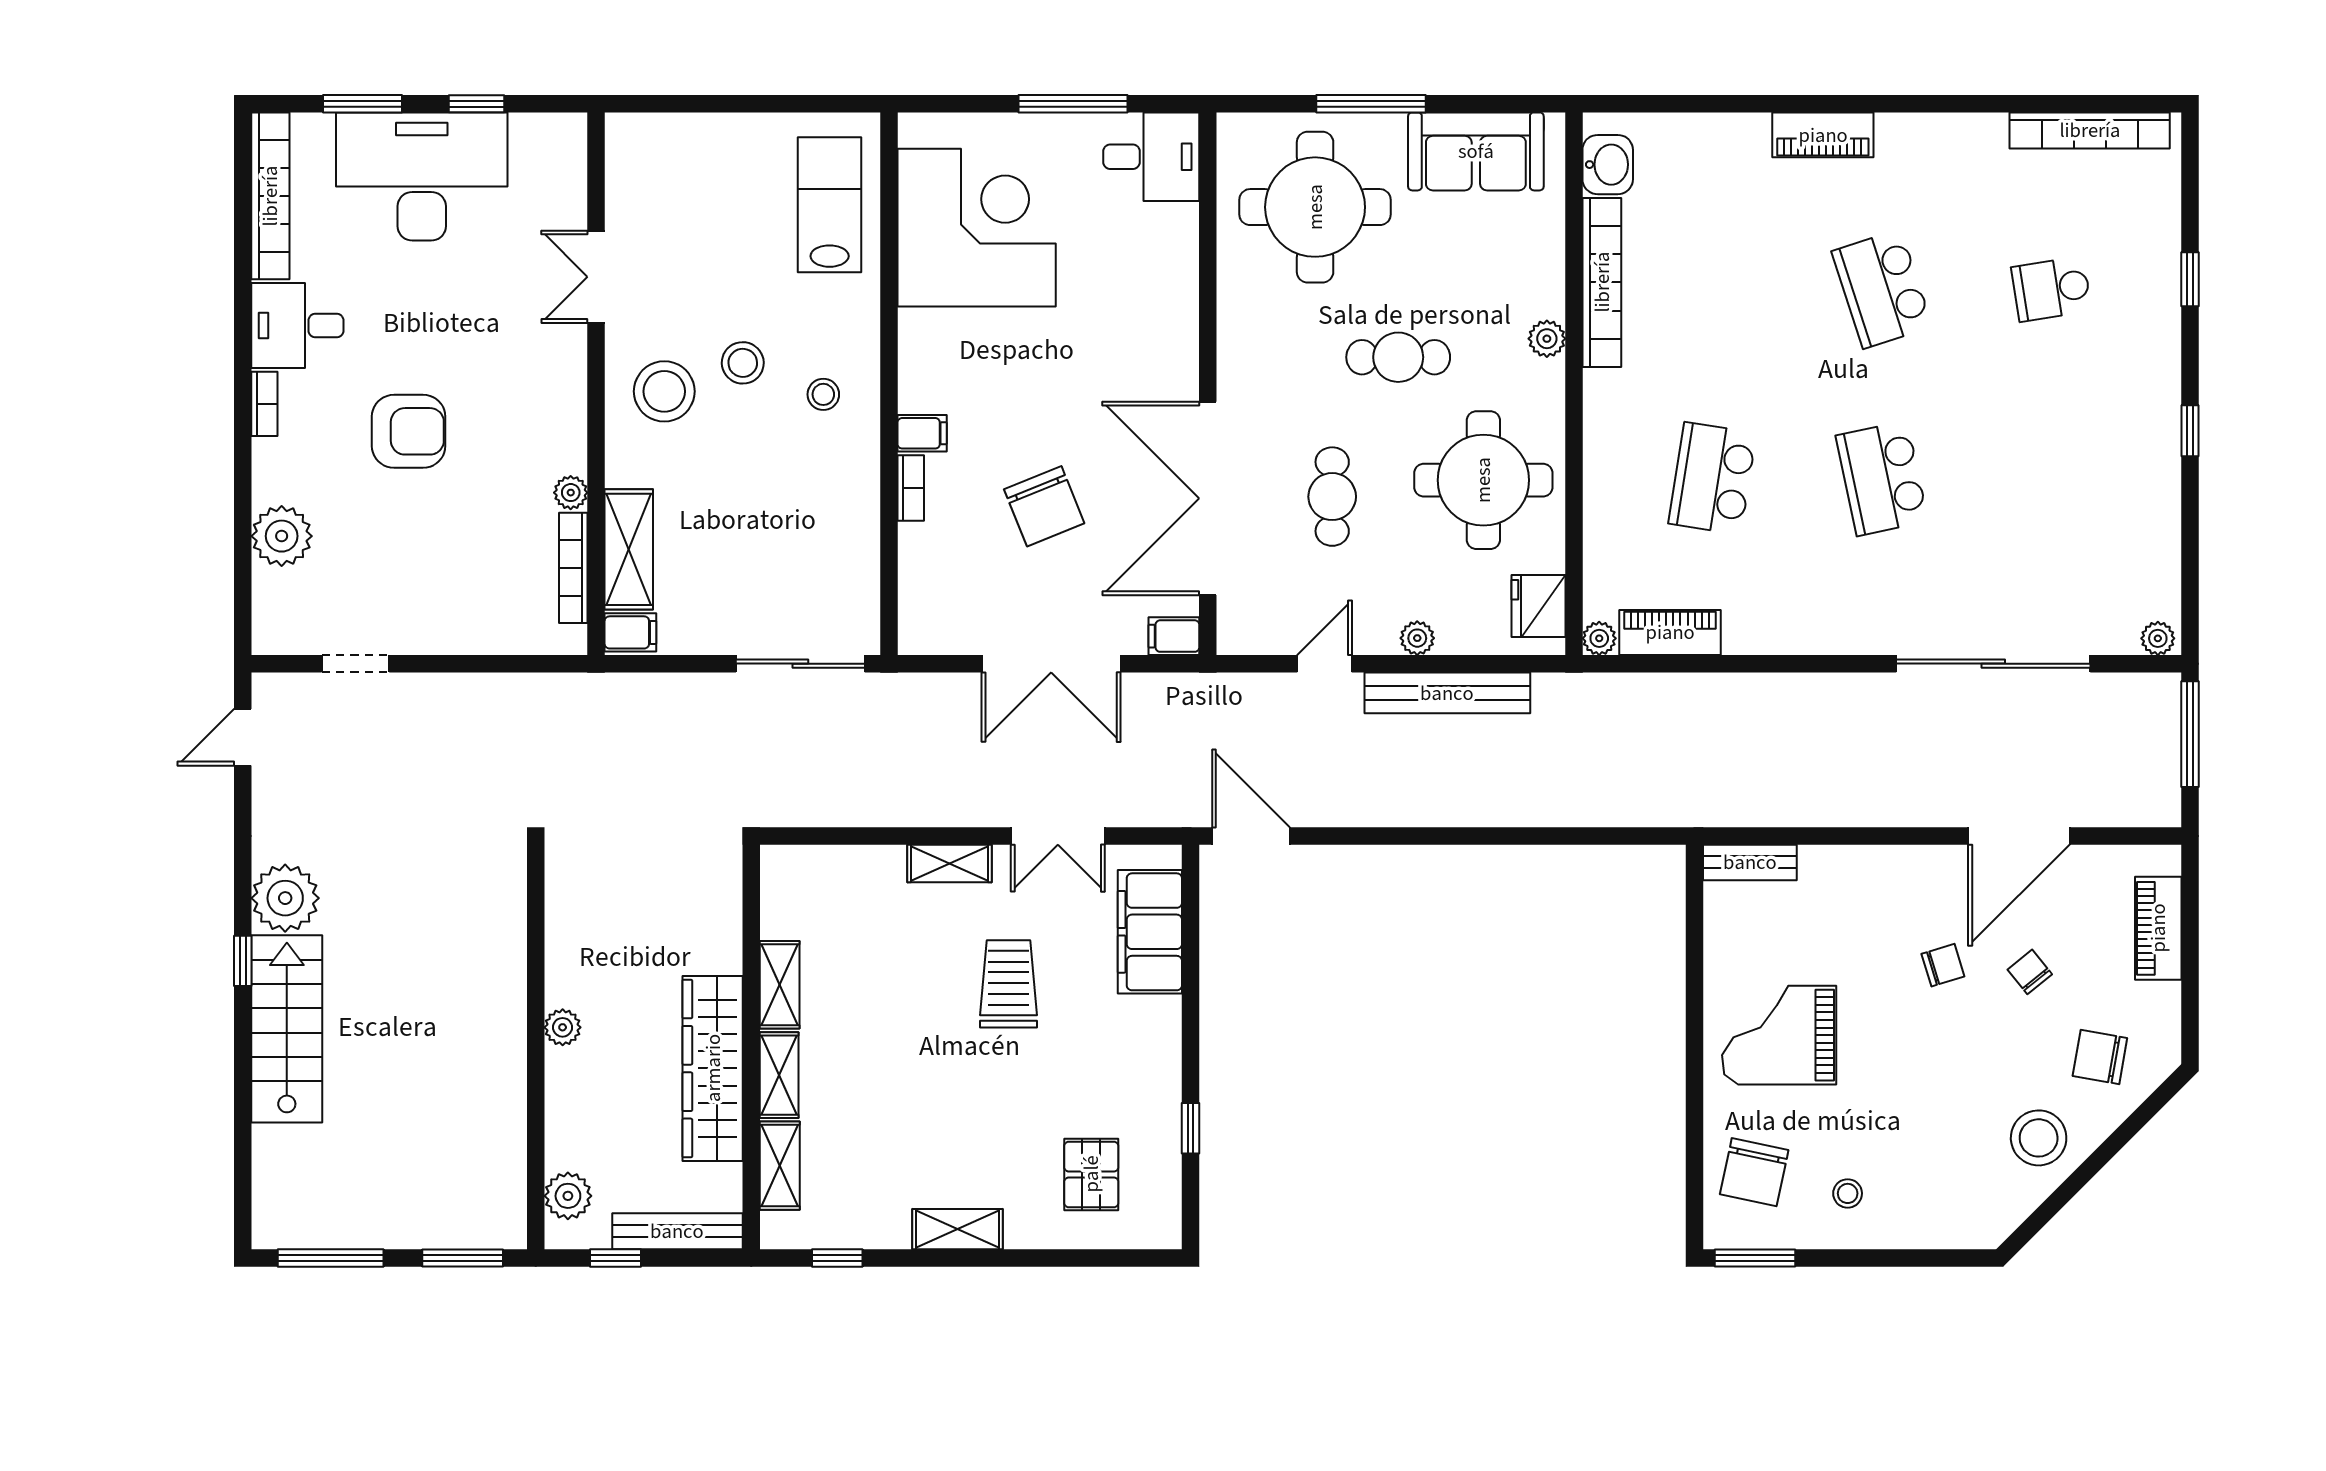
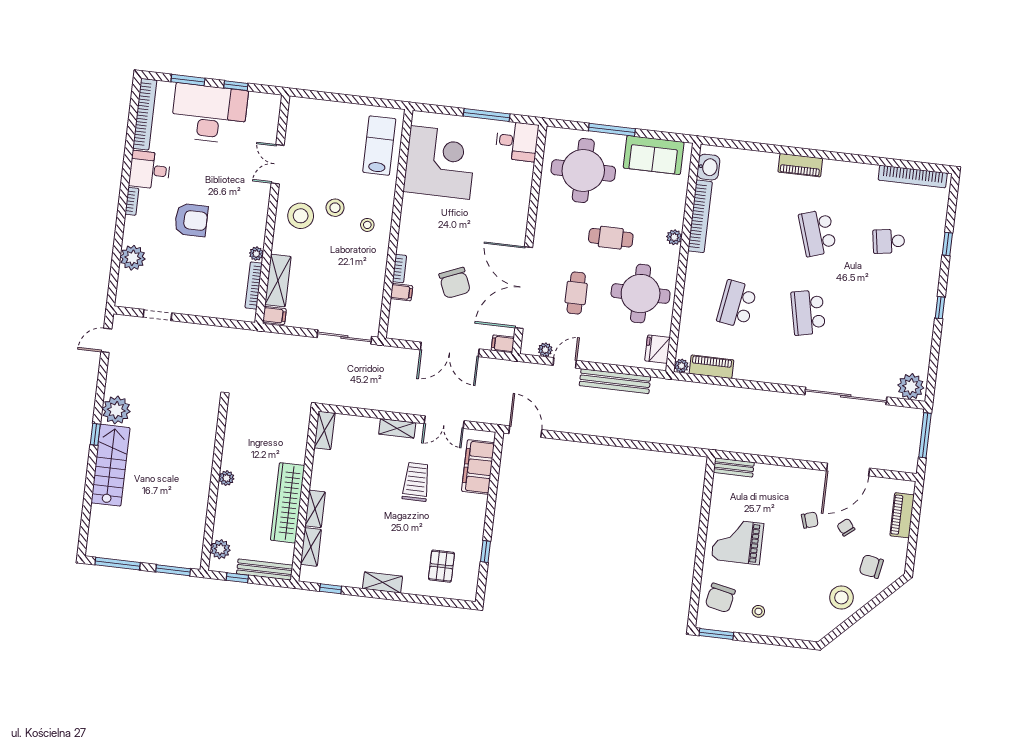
filing cabinet: (922, 433) -> (402, 292), moved
plant: (1417, 638) -> (545, 350), moved
plant: (2158, 638) -> (911, 387), width x1.88, depth x1.88
shelving: (780, 985) -> (325, 430), moved

